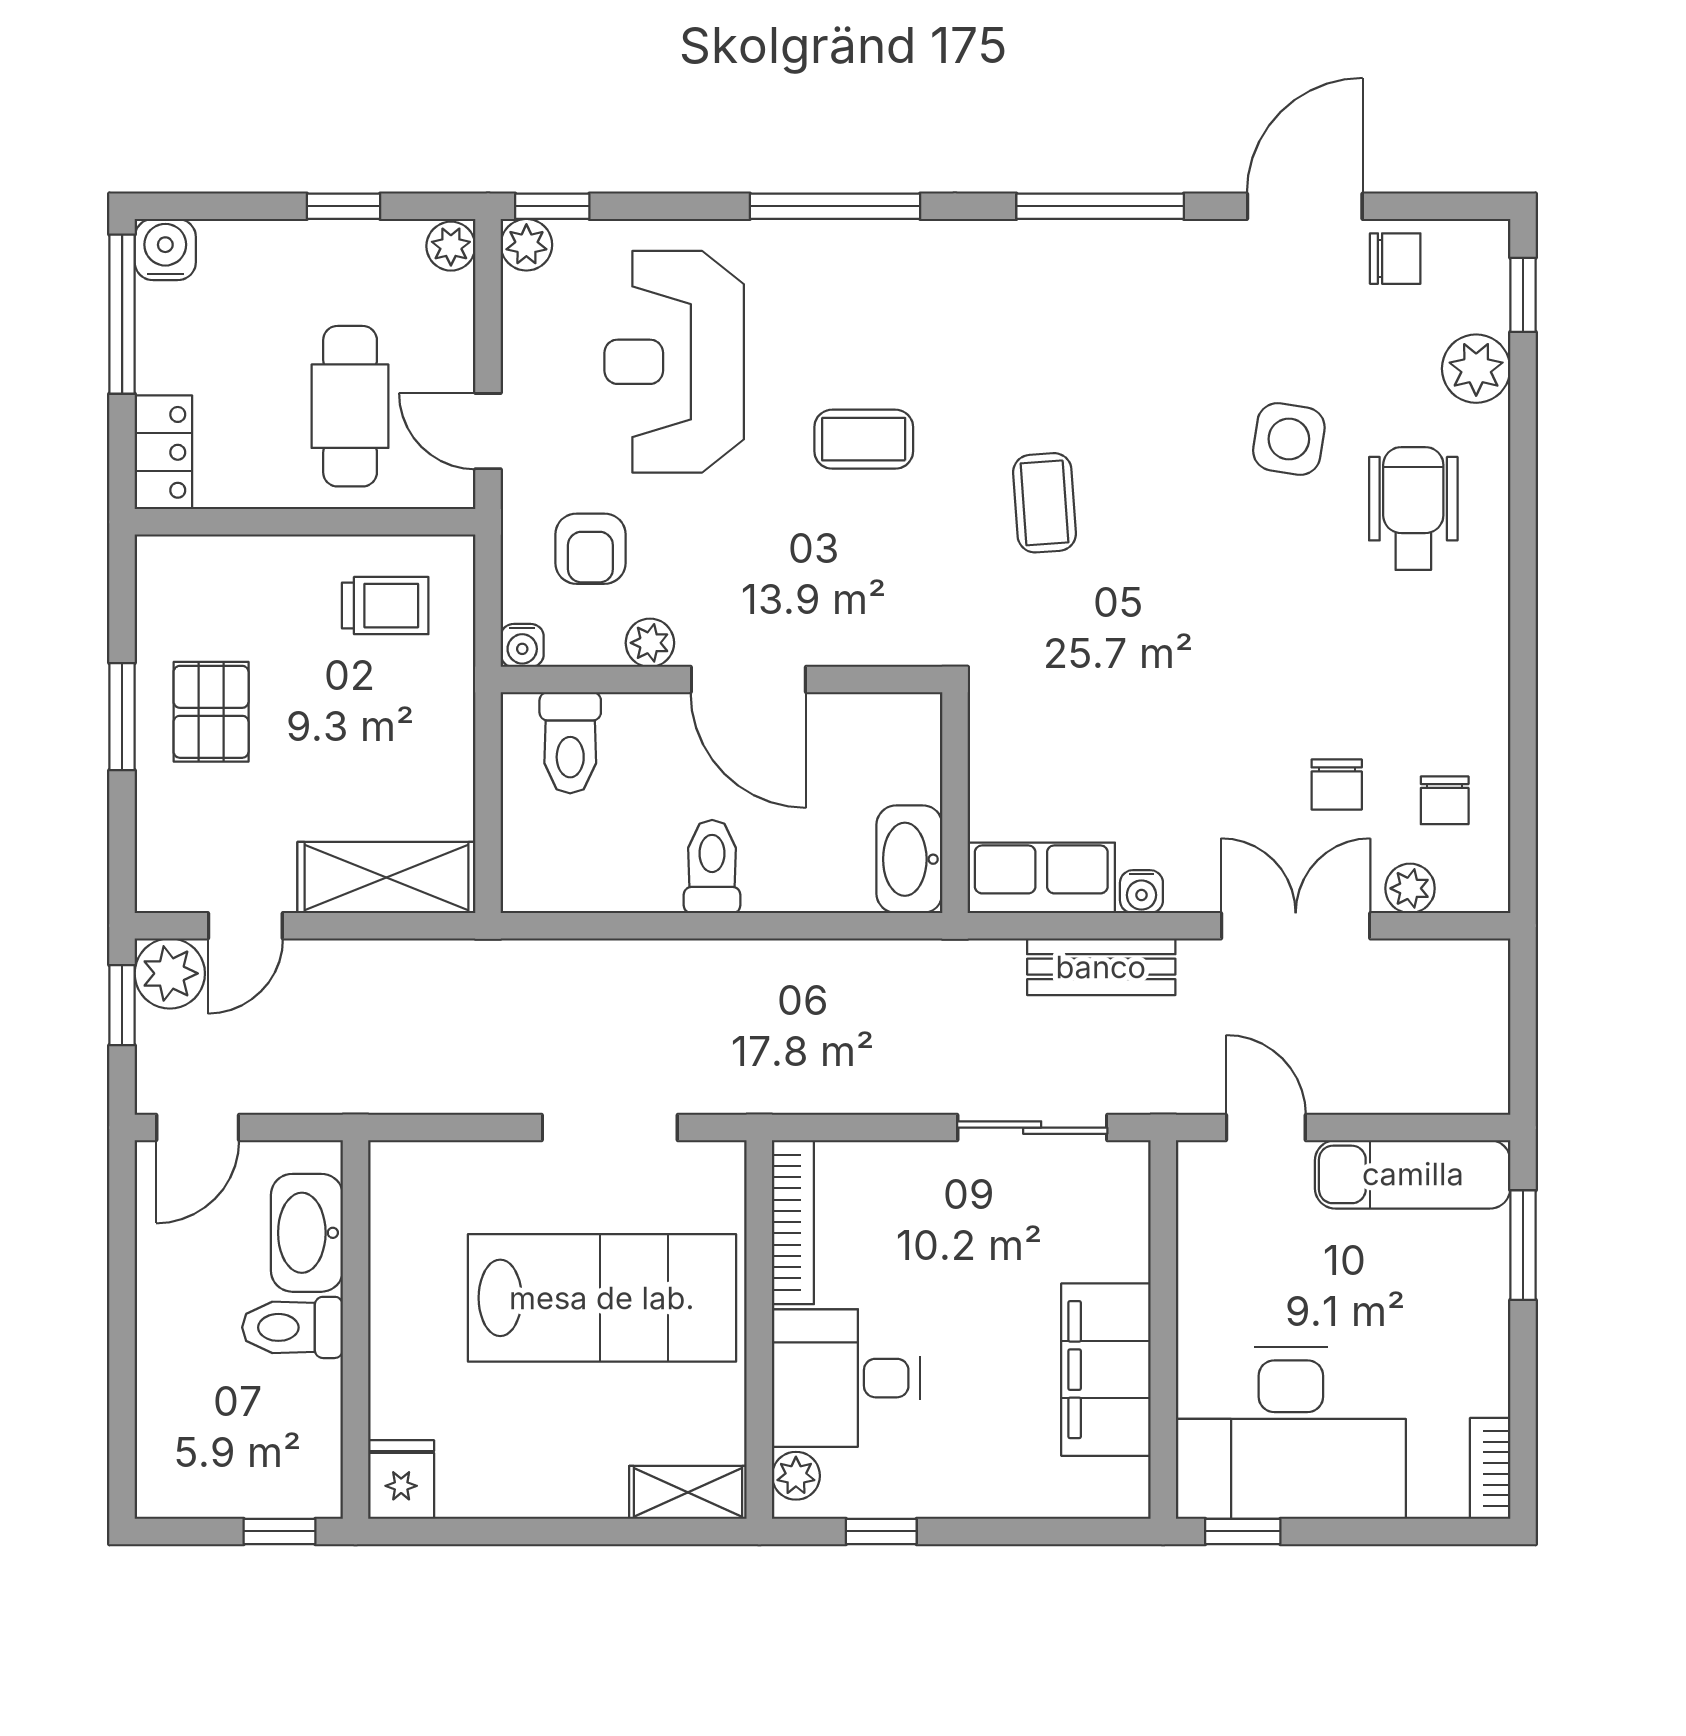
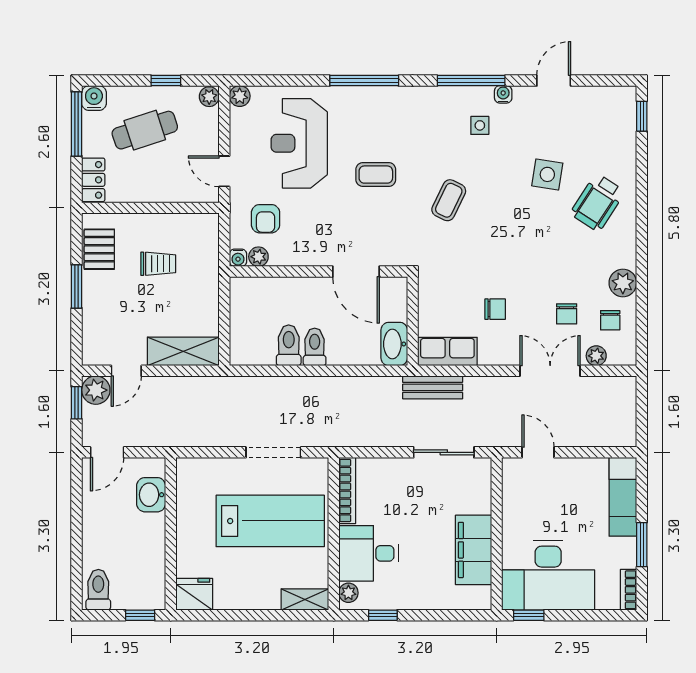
window: (552, 206) -> (250, 81), removed
door: (1305, 206) -> (554, 81), width x0.73
chair: (1395, 259) -> (495, 309), moved
side table: (1122, 317) -> (480, 125), added
plant: (1476, 369) -> (623, 283), moved
cafe table: (350, 406) -> (145, 130), moved, turned 72
coffee table: (1045, 503) -> (449, 200), turned 30
wheelchair: (1413, 509) -> (598, 203), turned -147
trolley: (385, 606) -> (158, 264), moved
plant: (650, 643) -> (258, 257), moved
door: (748, 680) -> (356, 272), moved
pallet: (211, 712) -> (99, 249), moved
toilet: (570, 743) -> (289, 345), moved, turned 180
water cooler: (1141, 892) -> (503, 94), moved, turned 180
bench: (1101, 967) -> (433, 387), moved
exam couch: (1413, 1174) -> (623, 497), moved, turned 90
washbasin: (307, 1233) -> (151, 495), width x0.72
window: (1523, 1245) -> (642, 545), moved
toilet: (292, 1327) -> (98, 590), moved, turned 90
fridge: (401, 1480) -> (194, 594), width x1.38

